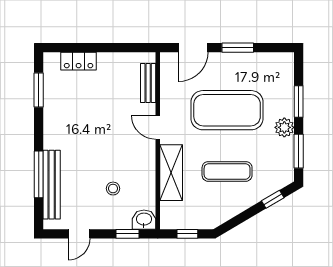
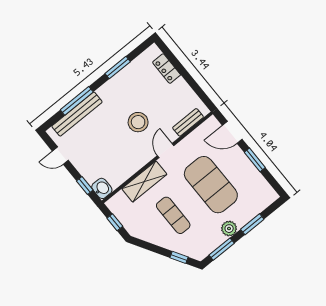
window: (39, 90) -> (118, 68), moved
stool: (113, 189) -> (138, 122), moved, width x1.89, depth x1.89

